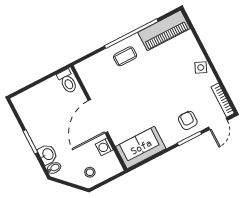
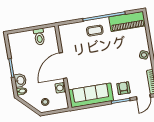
toilet: (67, 81) -> (39, 37), moved
sofa: (141, 147) -> (91, 95), width x1.36

